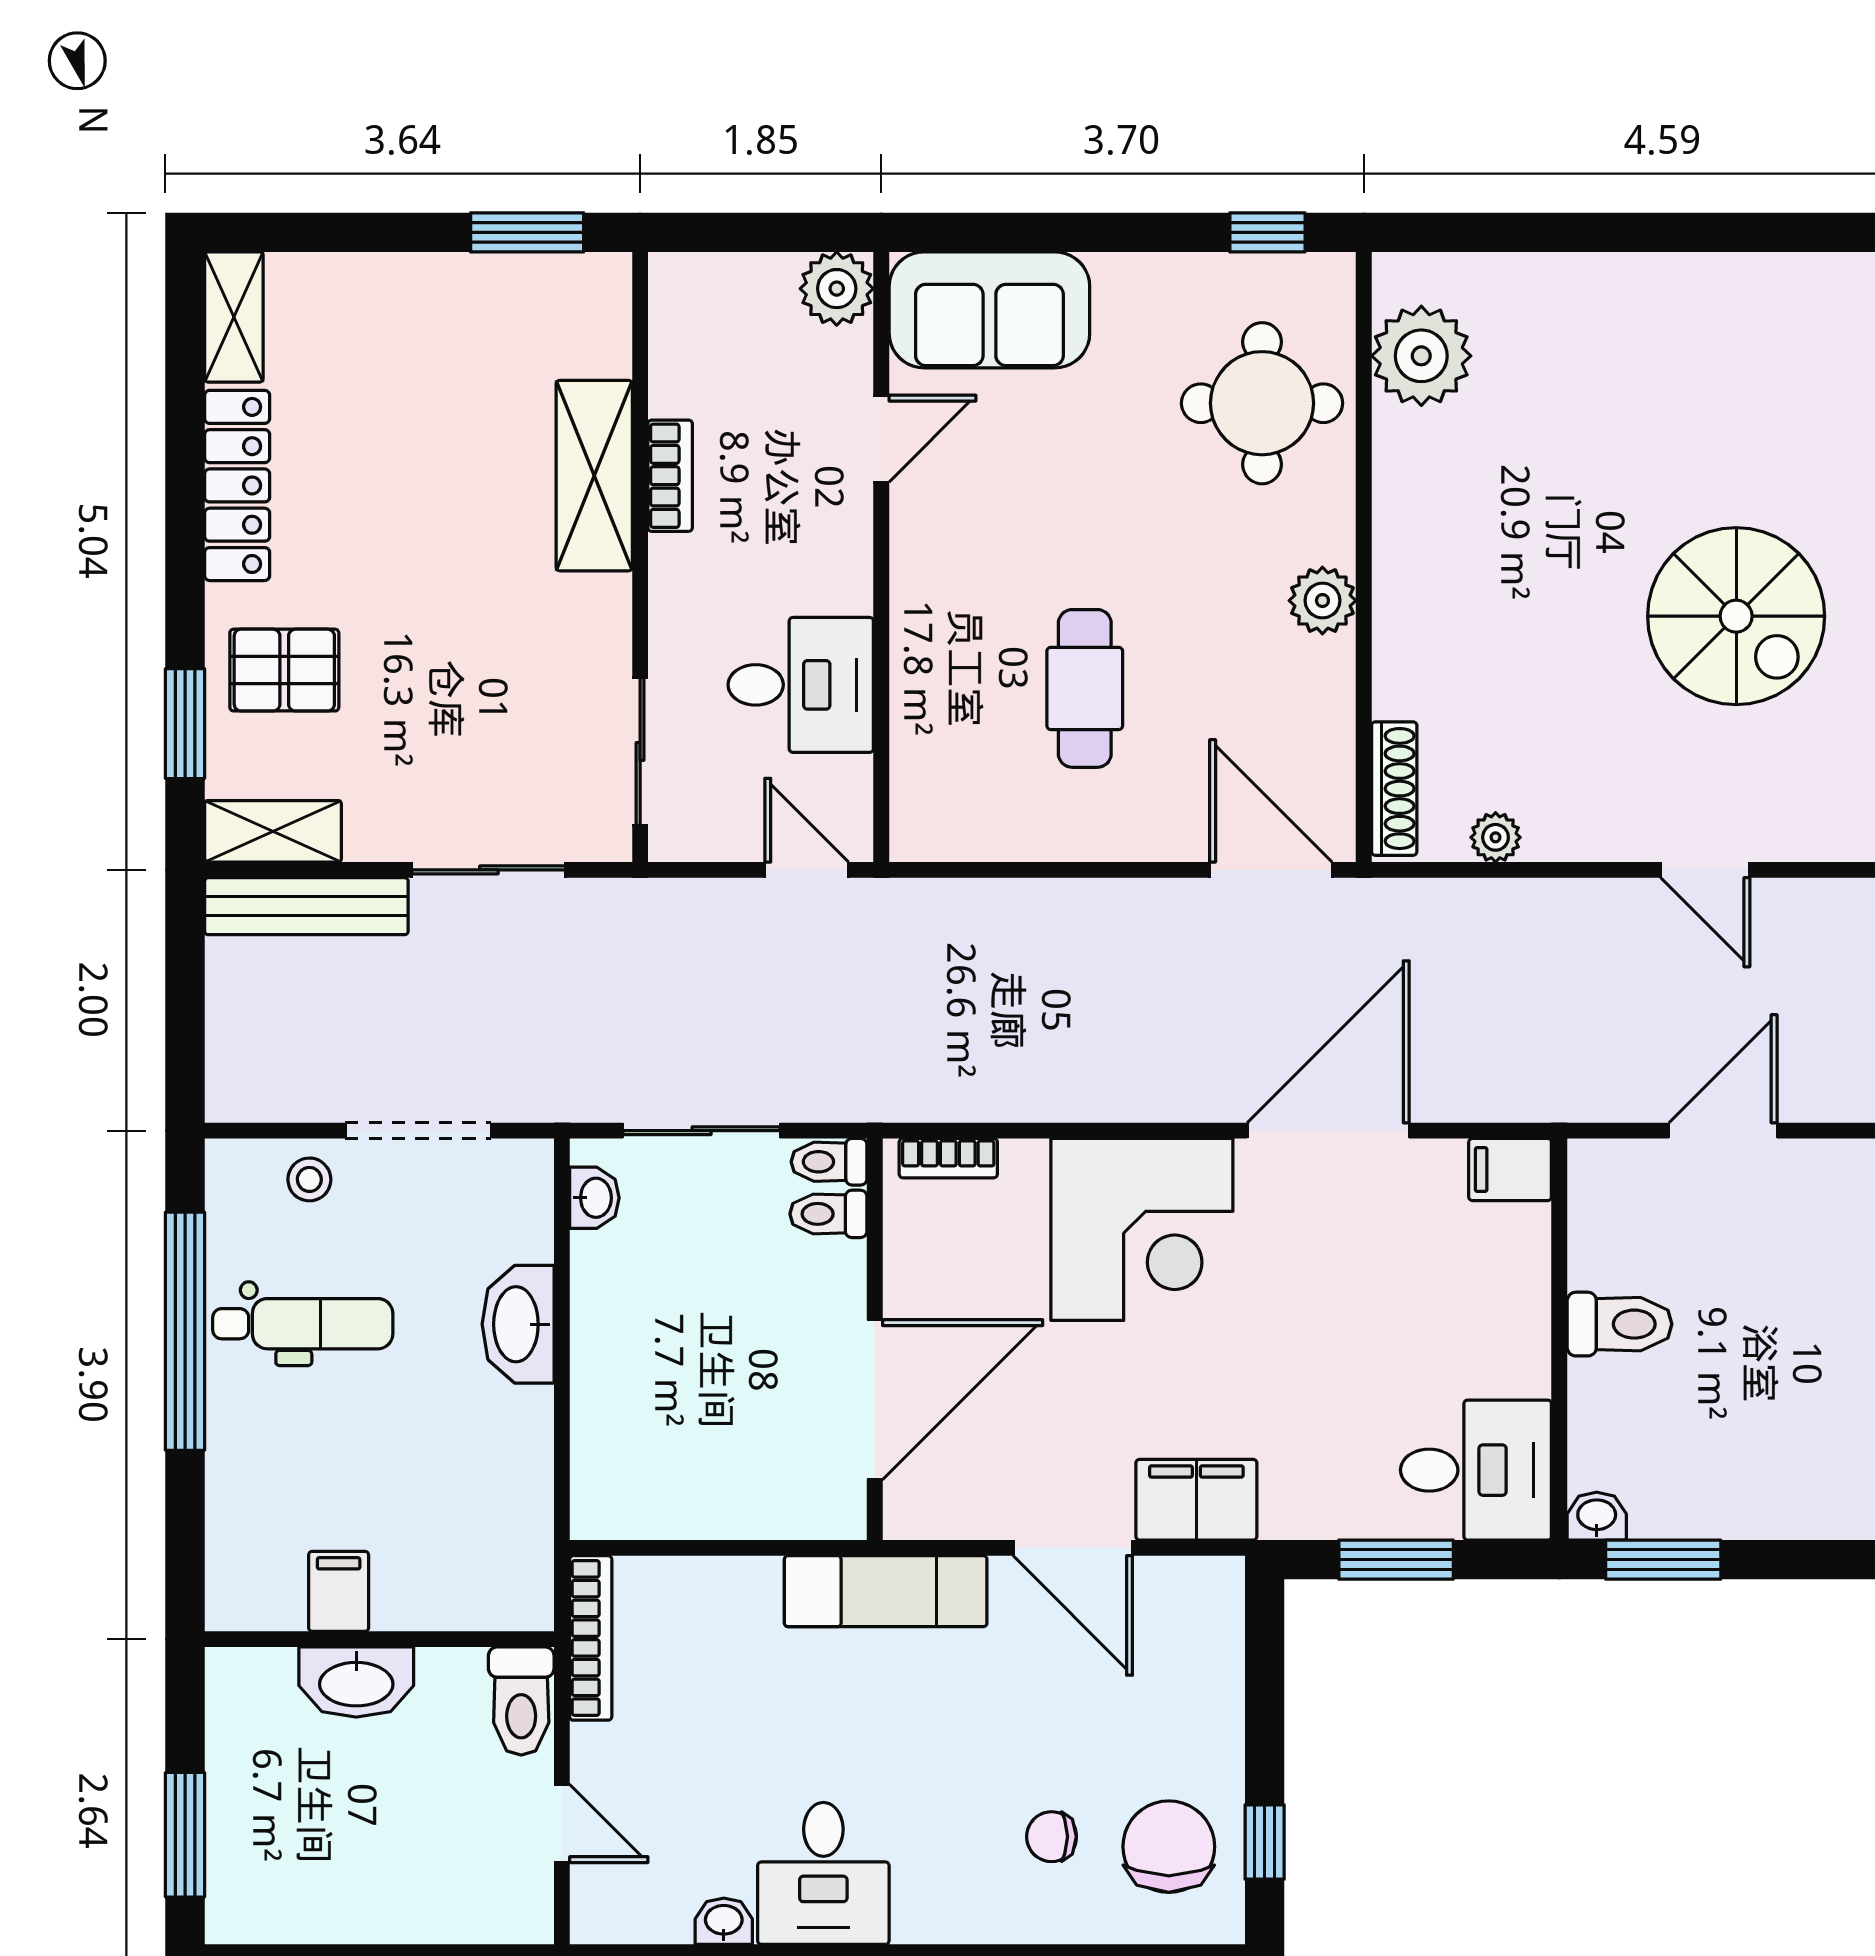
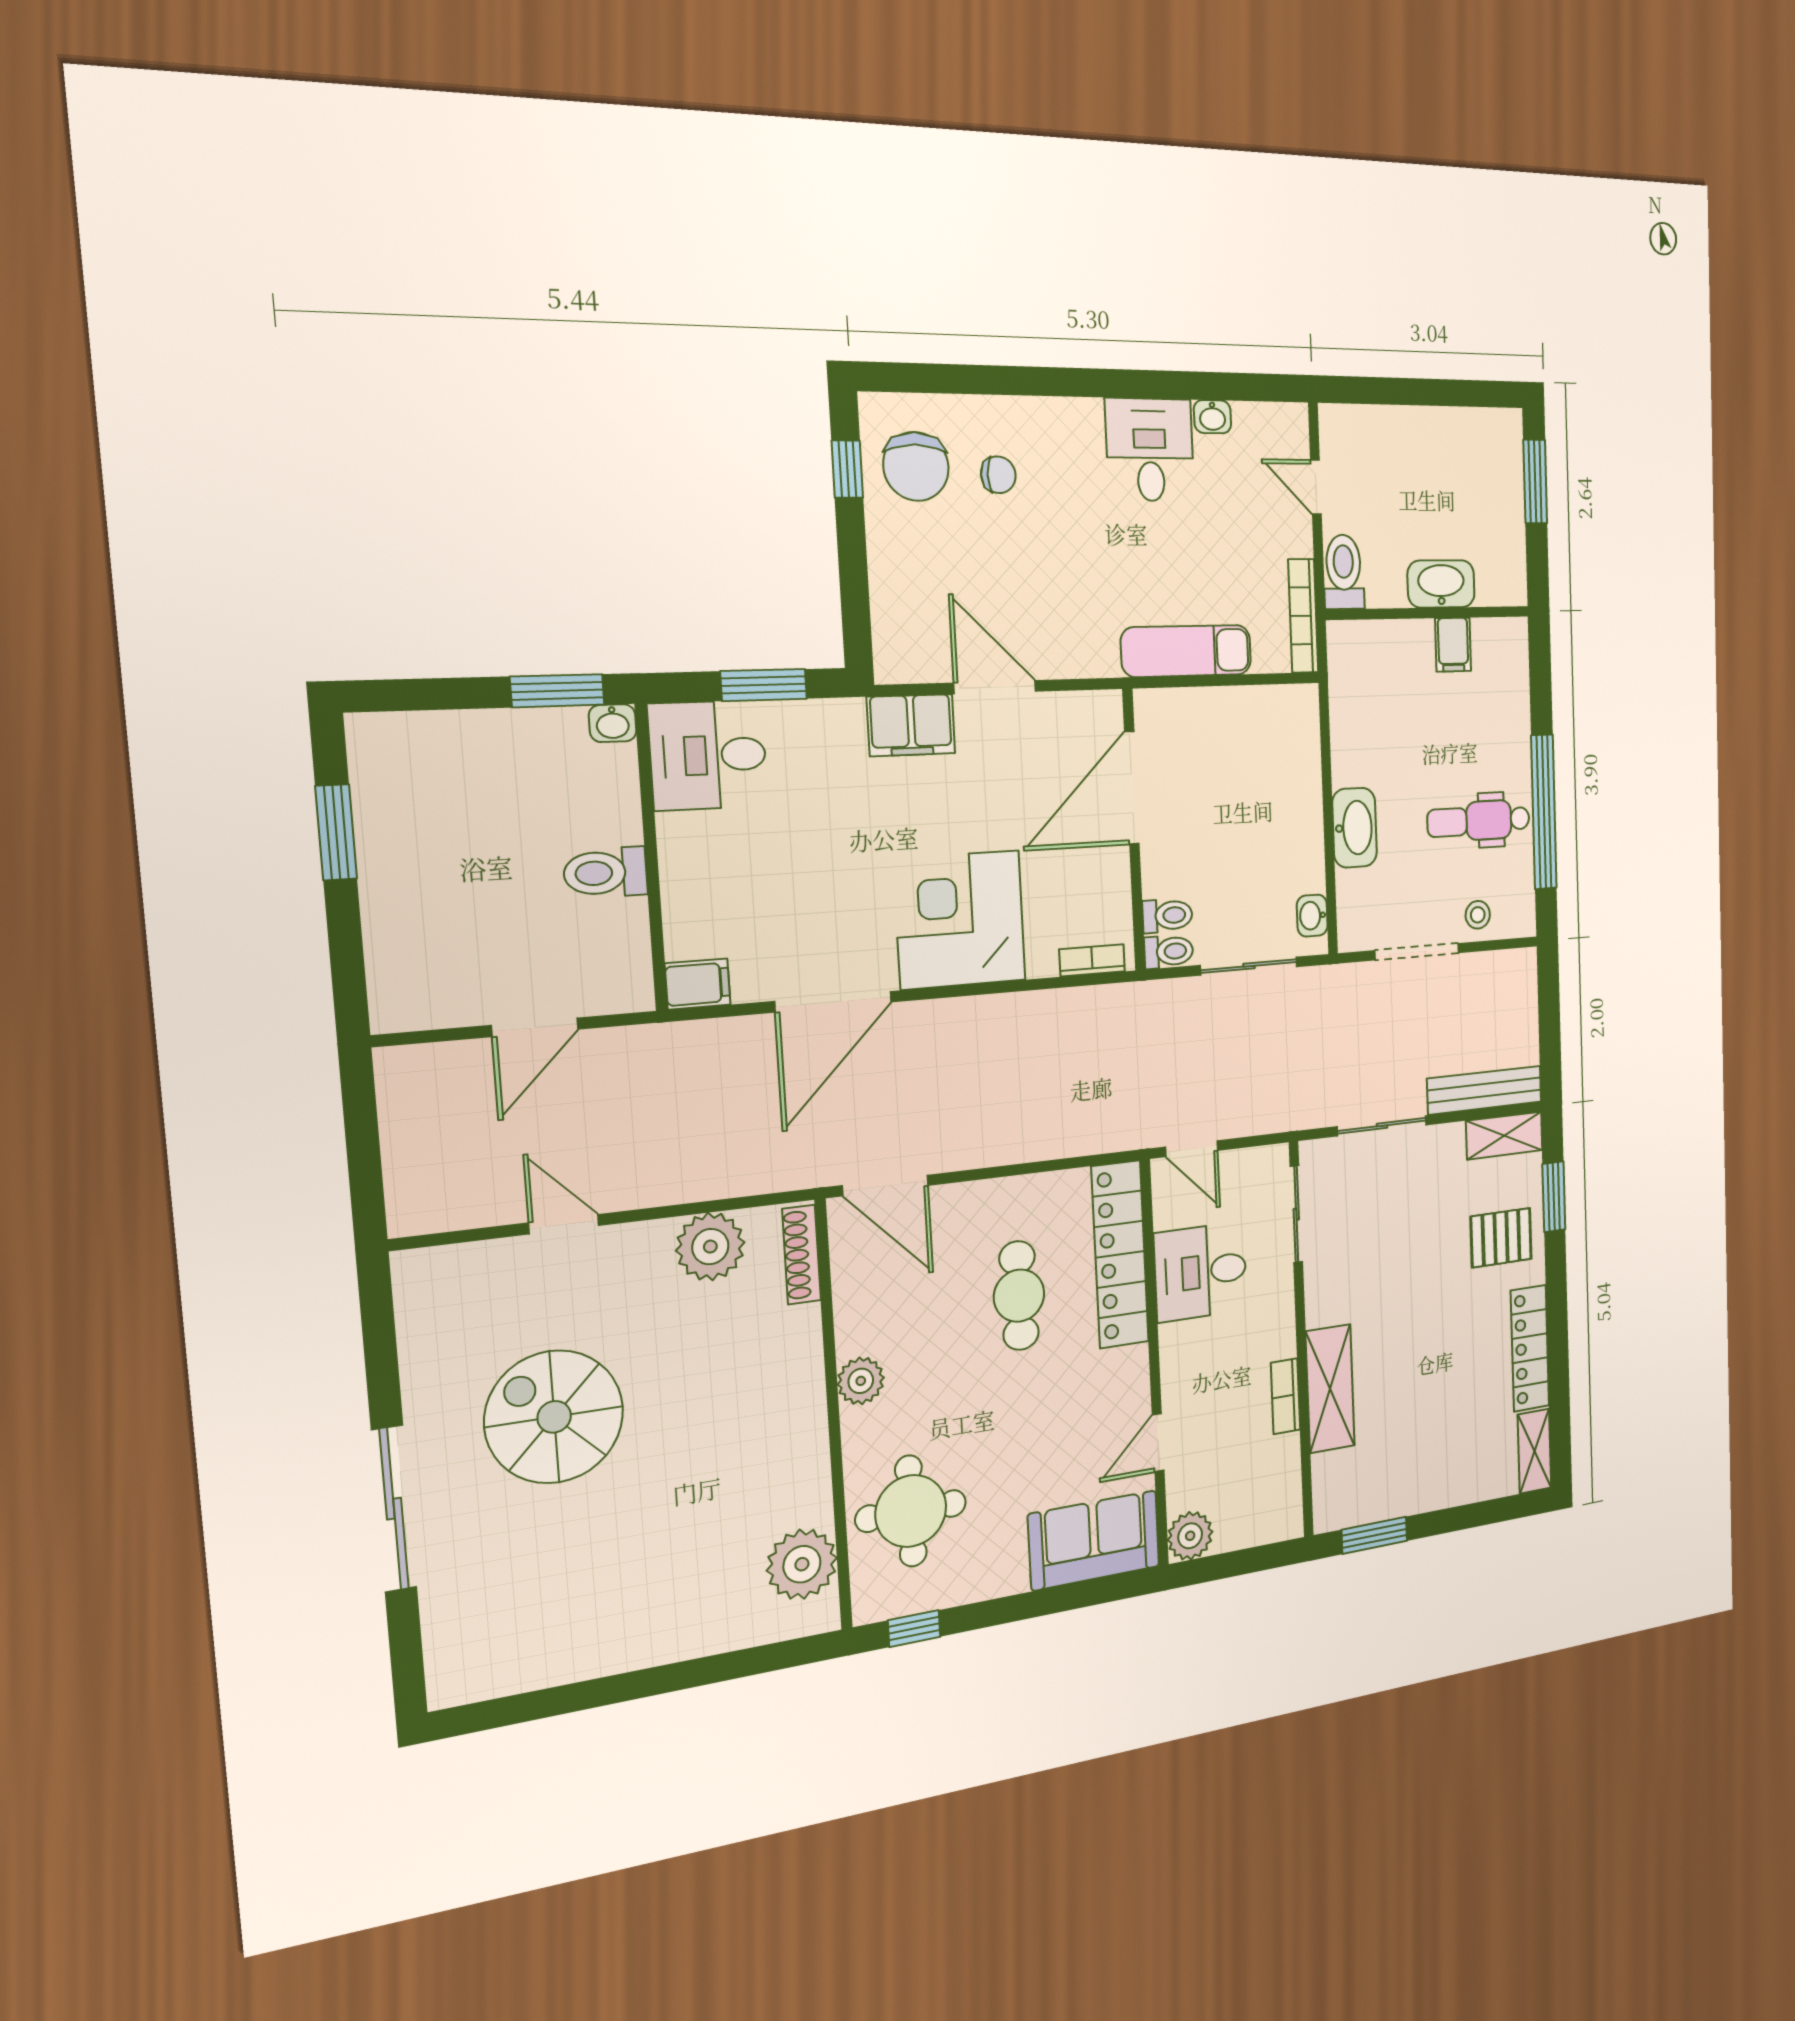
locker: (927, 728) -> (1120, 1254), added
plant: (1496, 837) -> (710, 1247), width x1.88, depth x1.88
exam couch: (886, 1591) -> (1186, 651), moved

